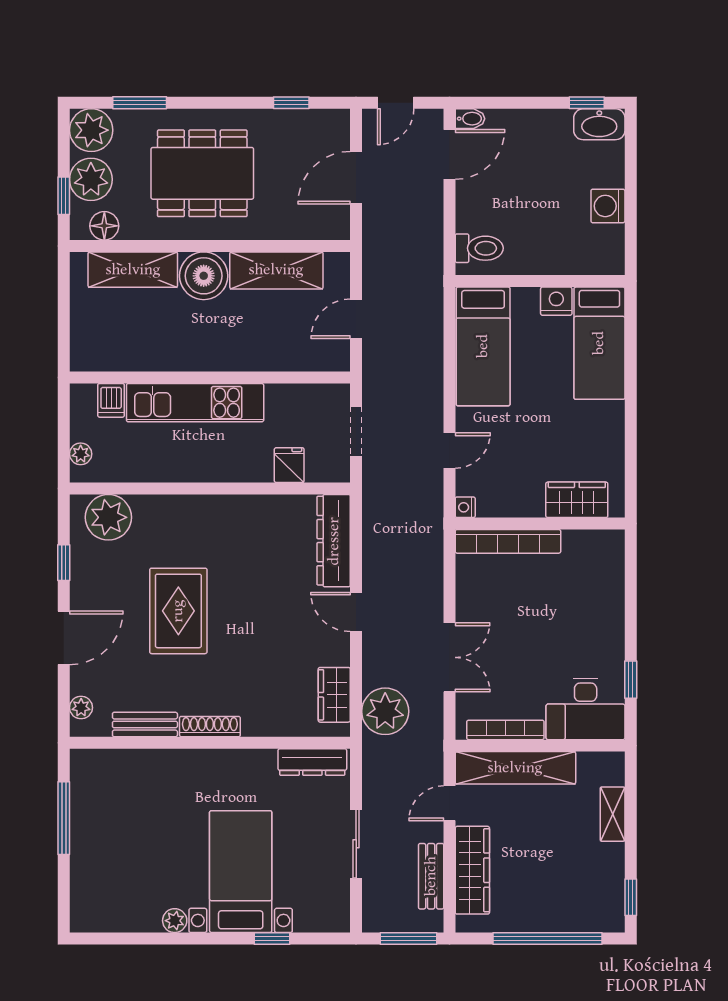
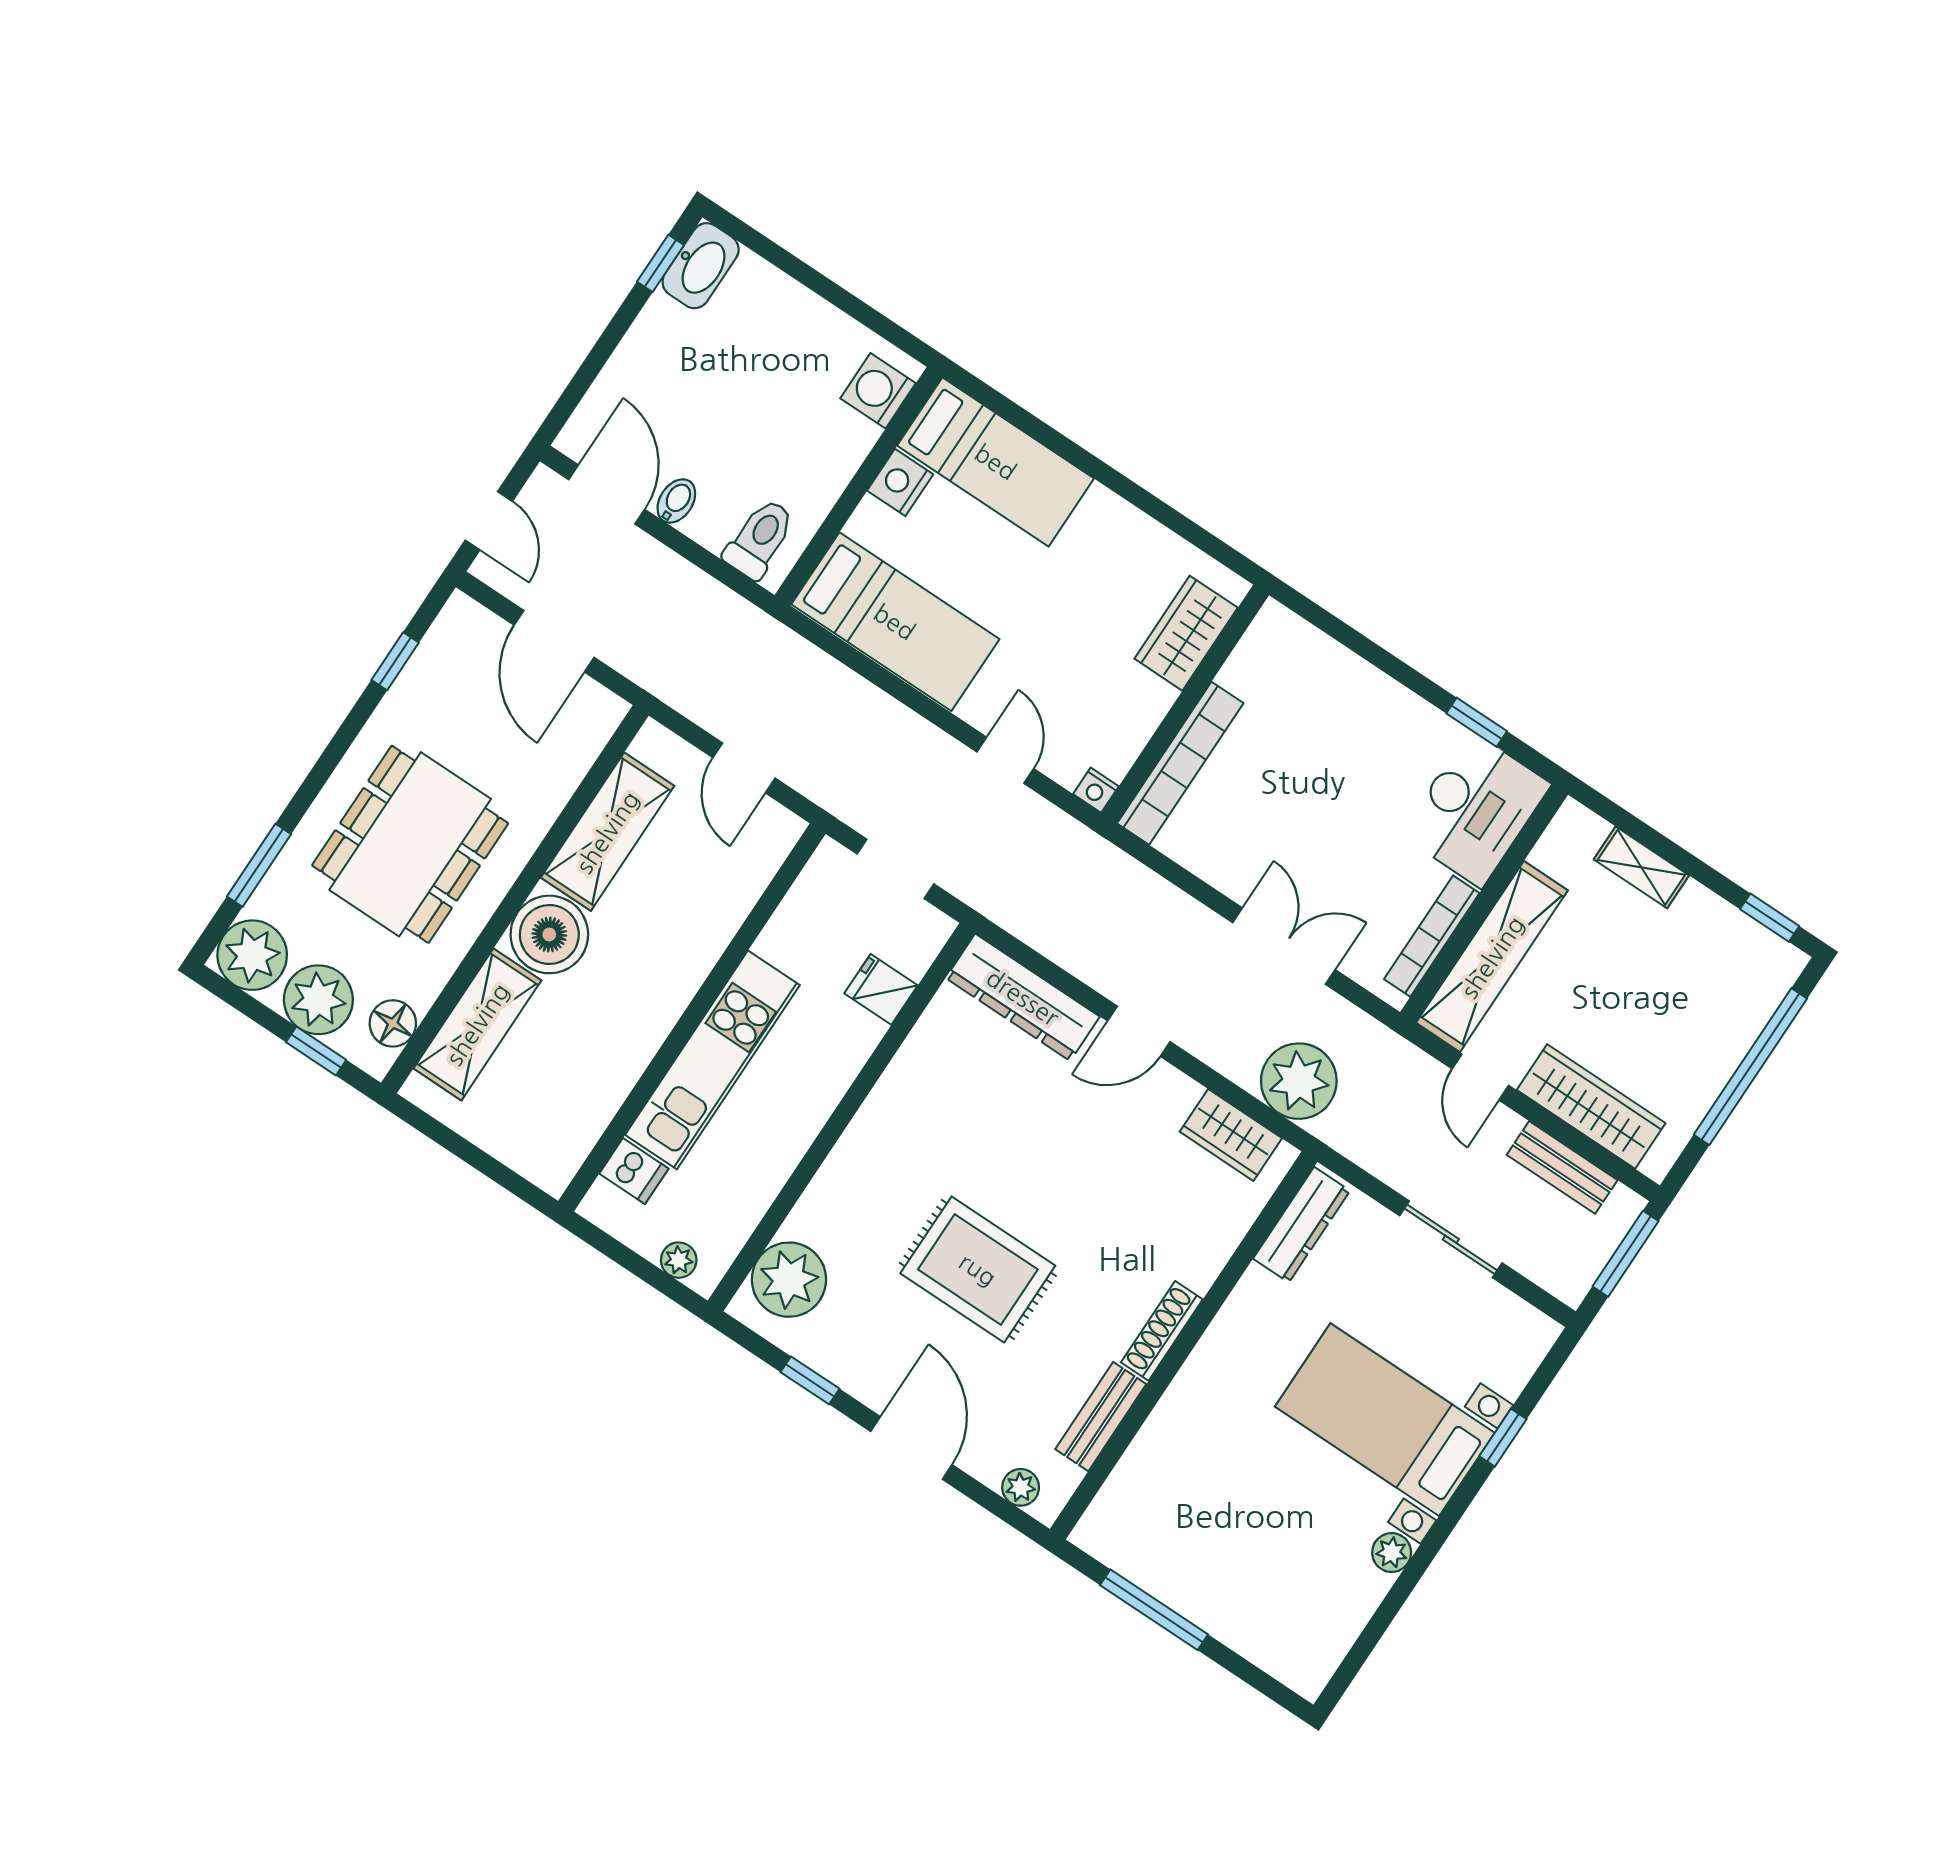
bidet: (470, 119) -> (676, 501), moved
washing machine: (608, 206) -> (878, 391), moved, turned 90

